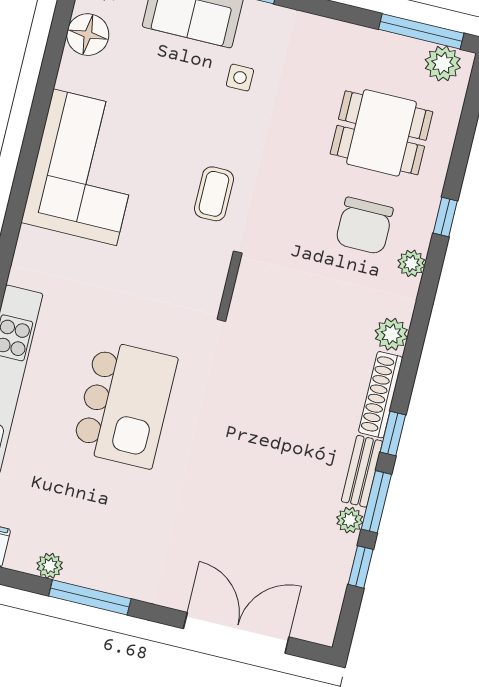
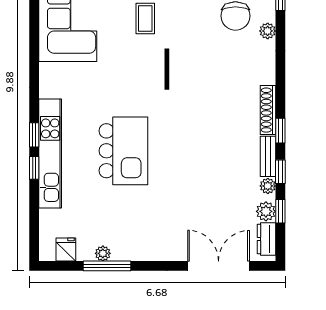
plant: (391, 334) -> (266, 211), moved
window: (376, 502) -> (280, 172), width x0.67
window: (90, 597) -> (107, 266), moved
dresser: (326, 607) -> (267, 239), added

